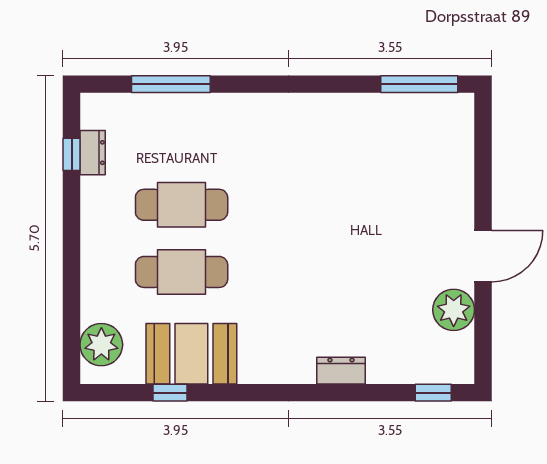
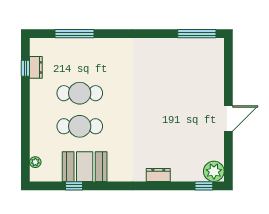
plant: (454, 310) -> (214, 171), moved
plant: (101, 345) -> (35, 162), width x0.53, depth x0.53

